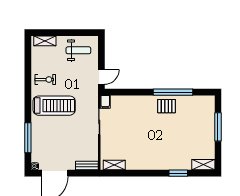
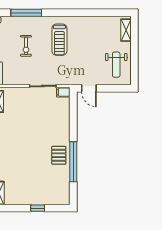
exercise bike: (45, 80) -> (26, 46), moved
treadmill: (54, 106) -> (59, 40), width x0.73, depth x0.73
window: (218, 127) -> (38, 208), width x0.46

